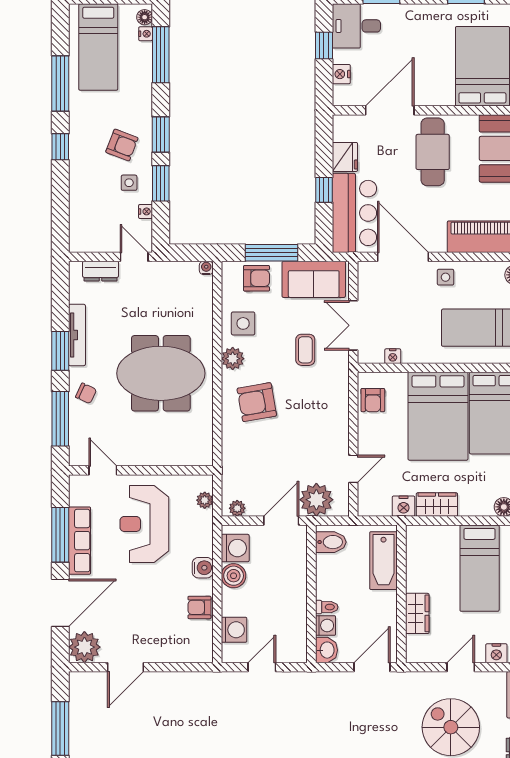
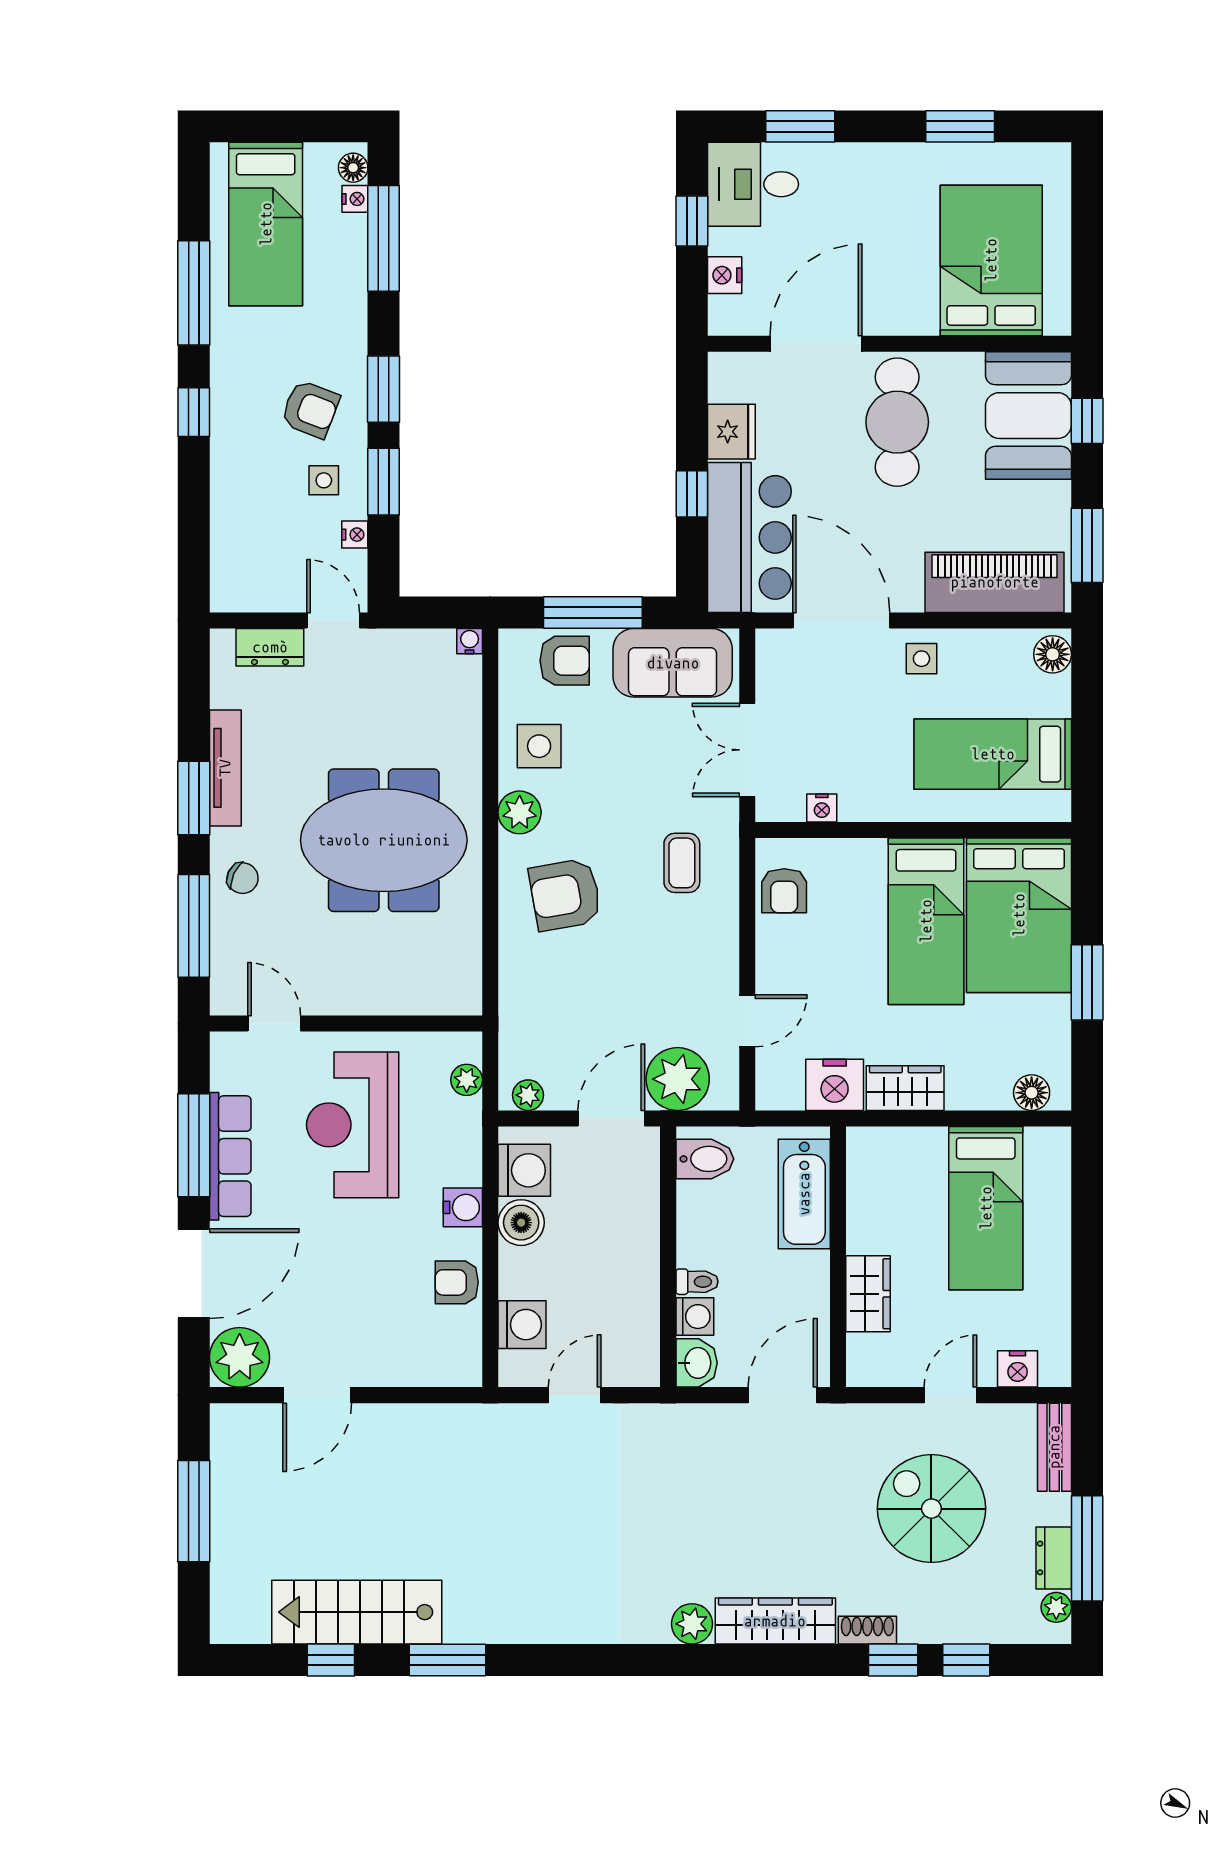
coffee table: (305, 350) -> (682, 863), moved
bed: (438, 416) -> (926, 921), width x0.67
nightstand: (404, 506) -> (835, 1085), width x1.36, depth x1.33

